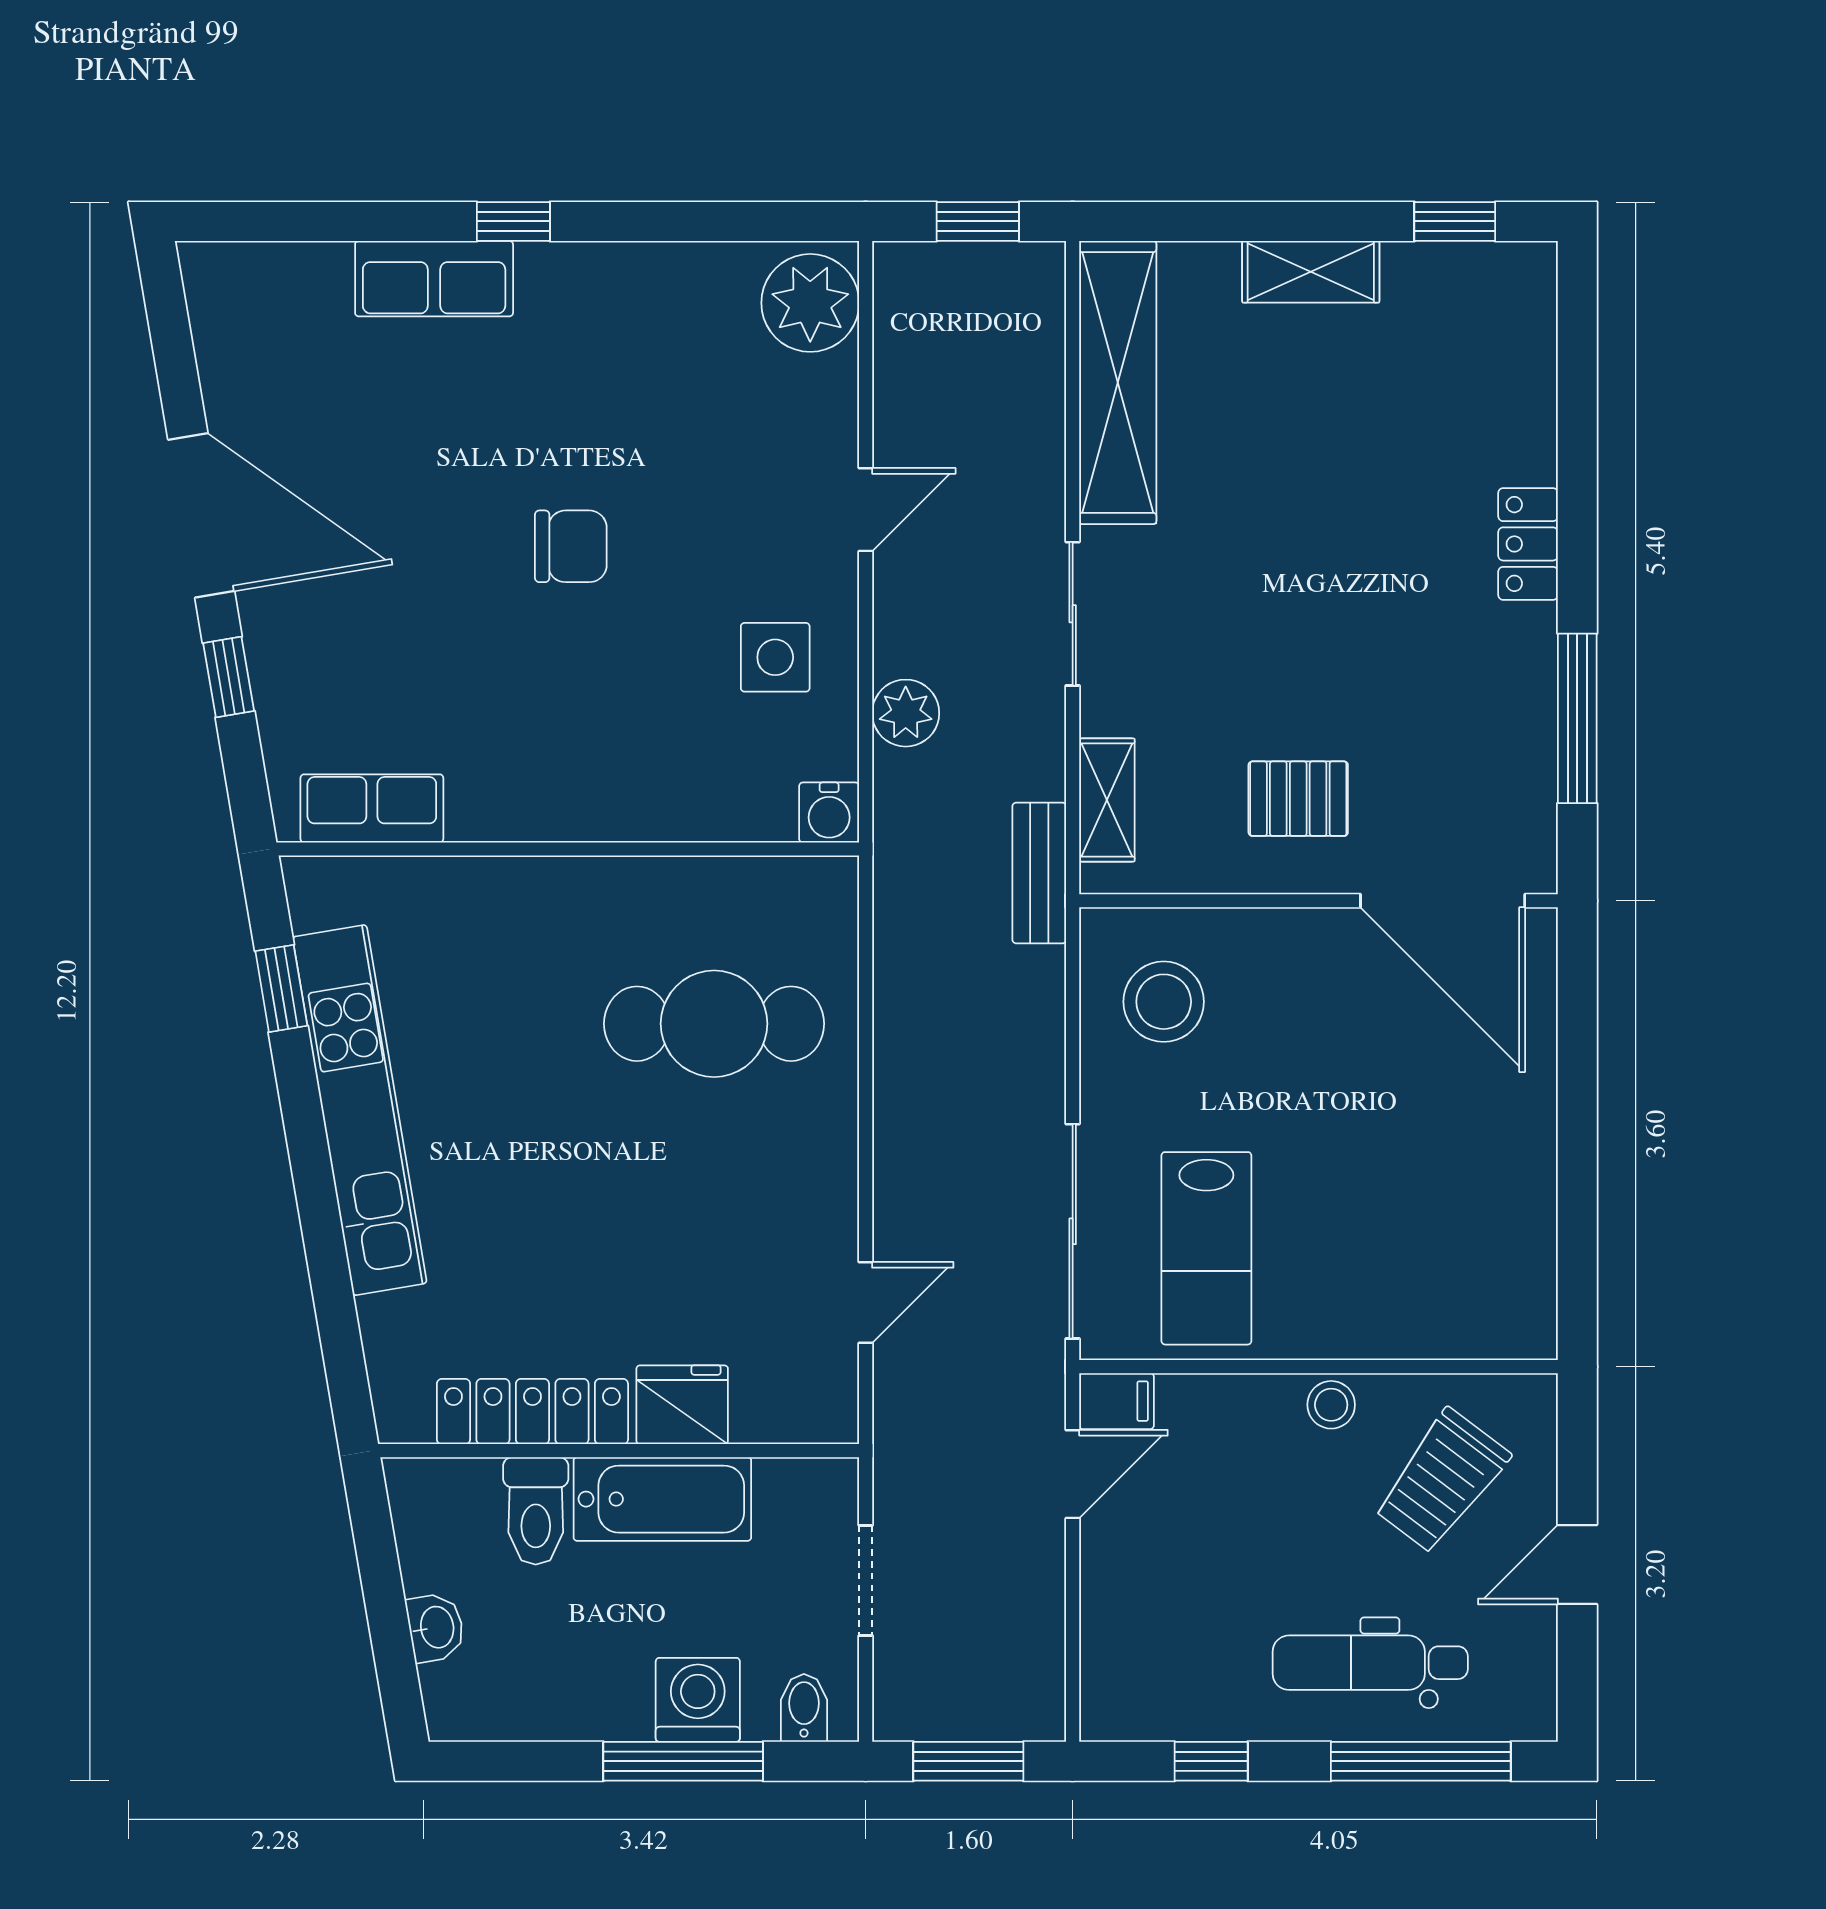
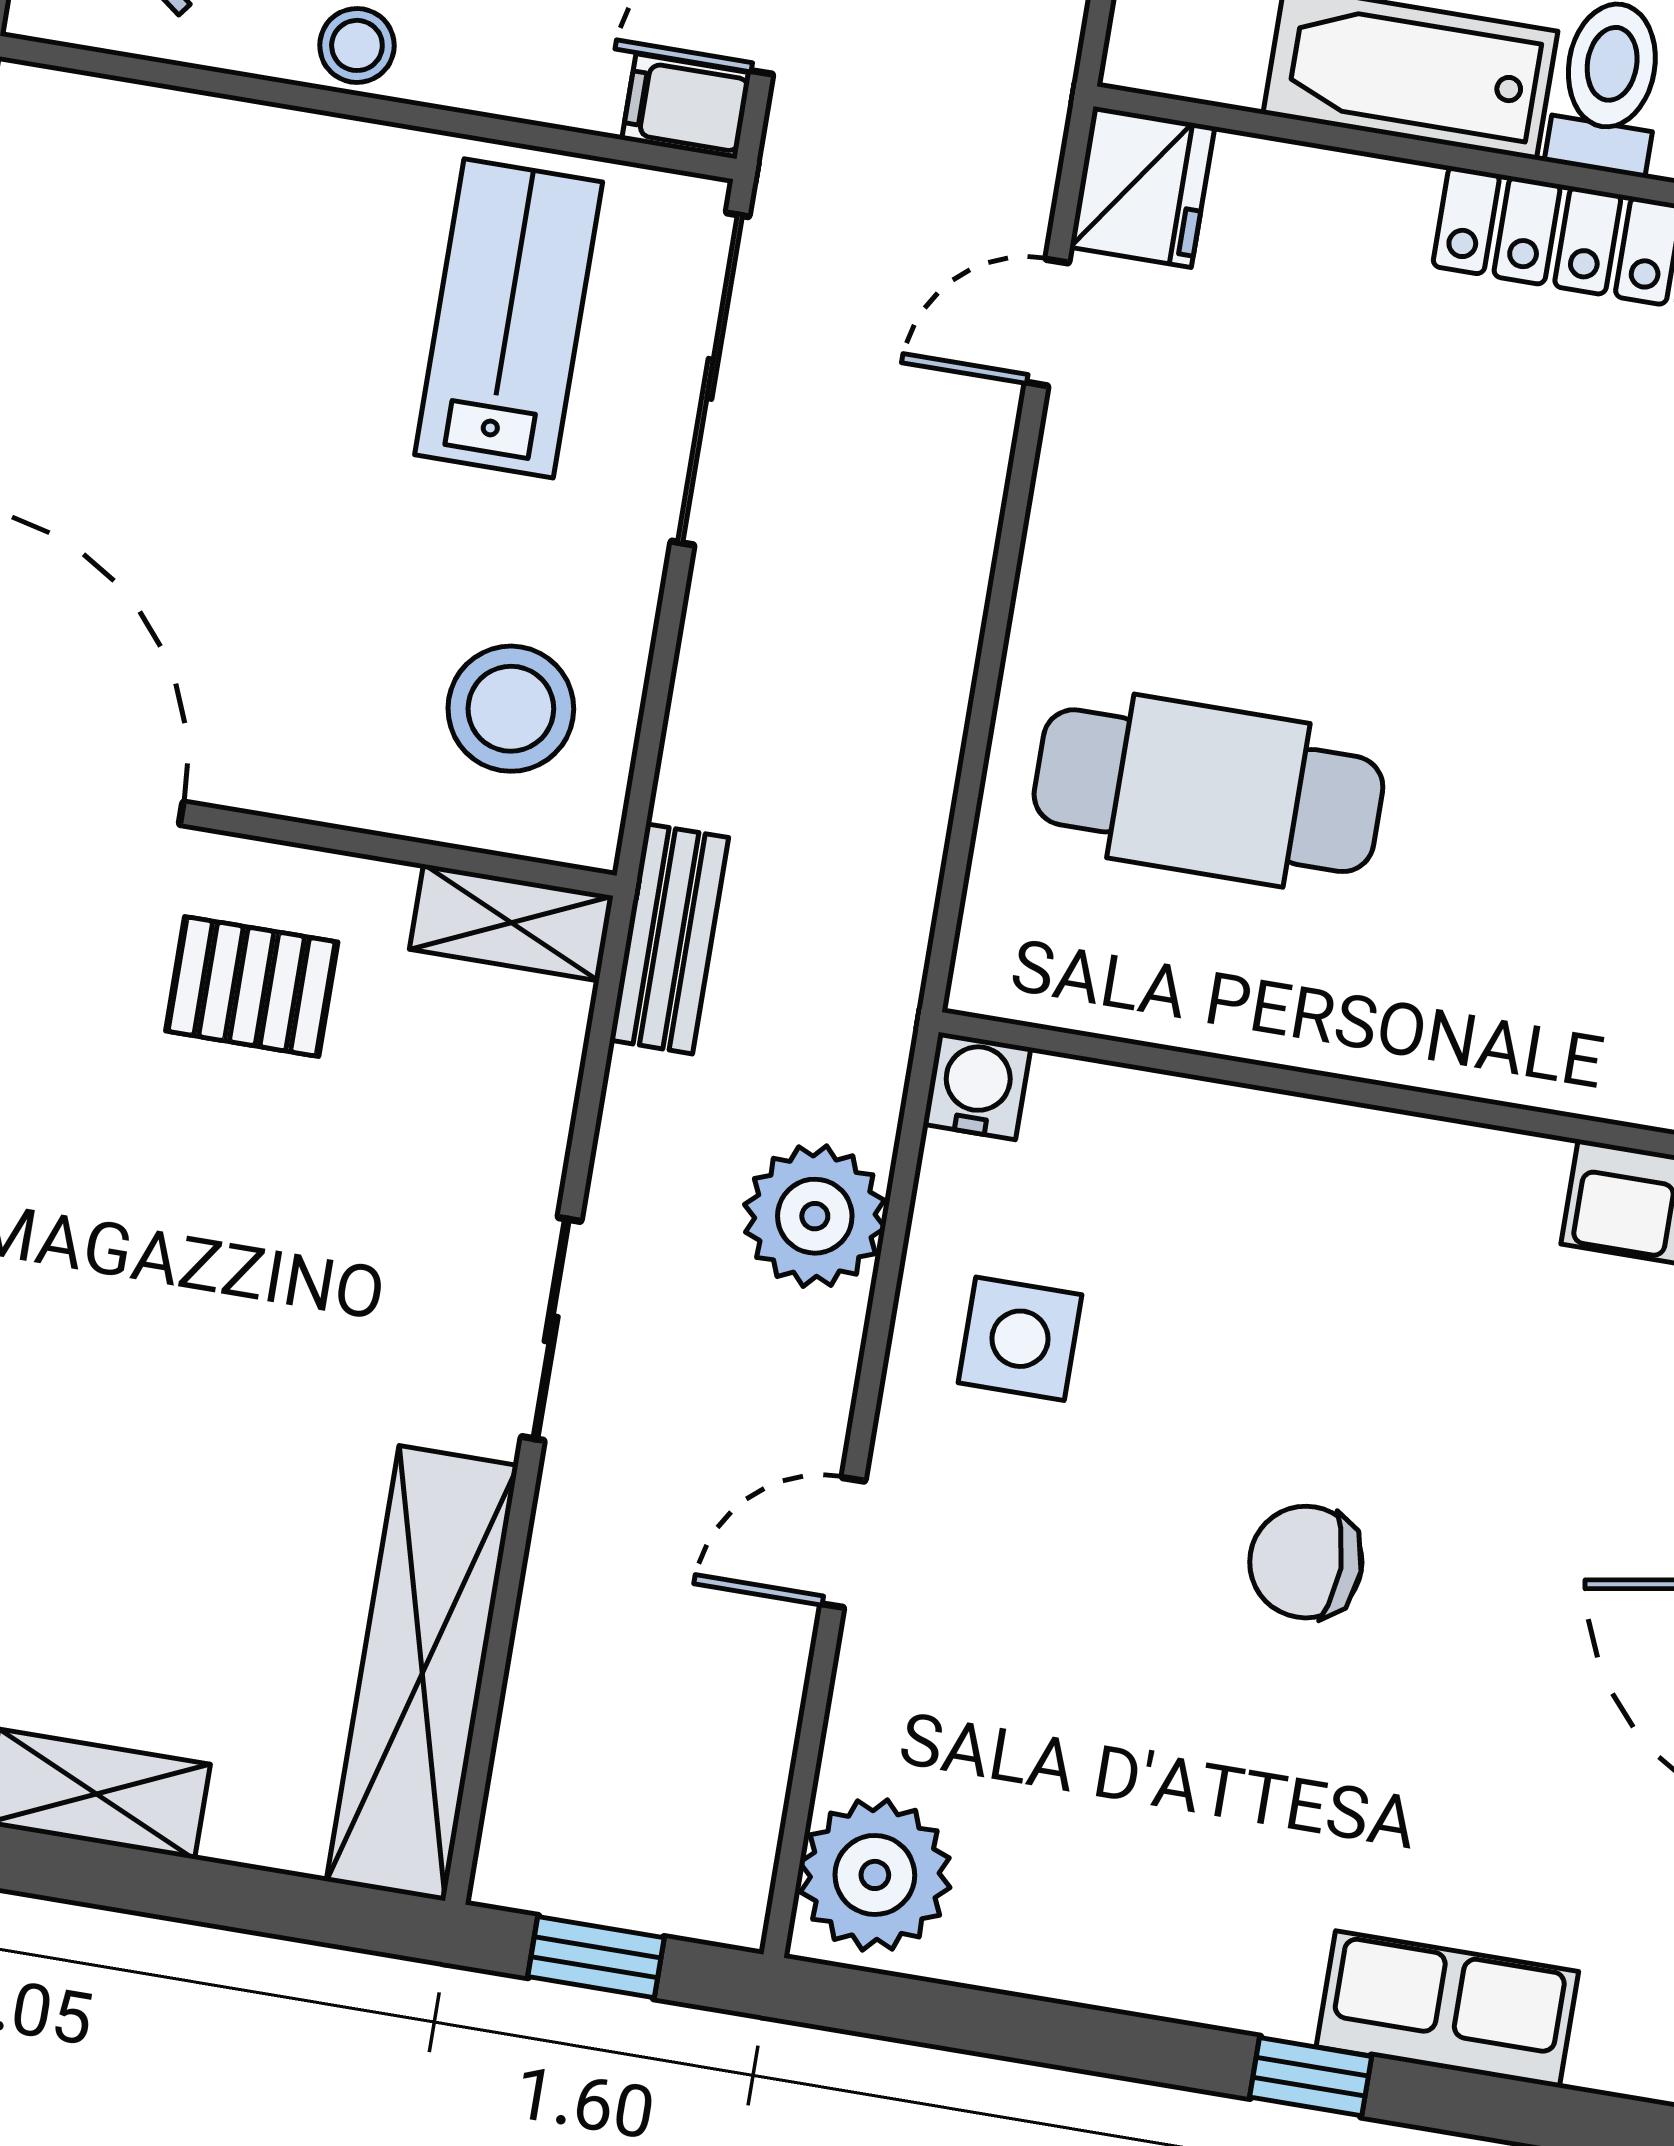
plant: (906, 713) -> (815, 1216), width x1.36, depth x1.36
shelving: (1107, 800) -> (511, 923), moved, turned 90
fridge: (682, 1405) -> (1142, 187), moved, turned -90

